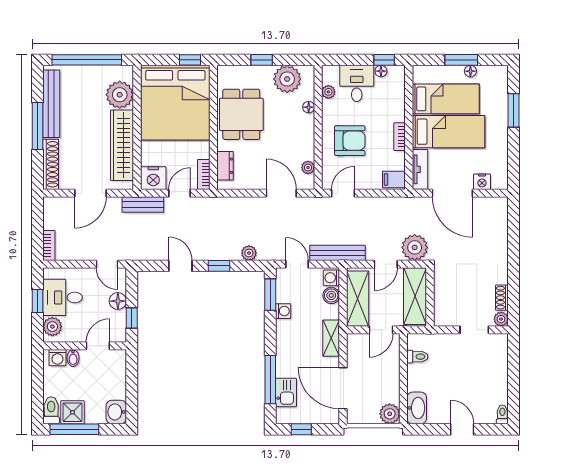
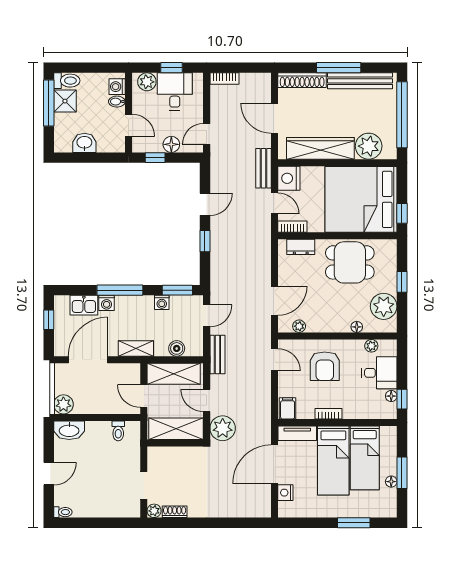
plant: (249, 253) -> (217, 270), removed
bench: (337, 253) -> (217, 354), width x0.73
washing machine: (331, 278) -> (107, 303), moved, turned 180
window: (270, 380) -> (120, 290), moved
washbasin: (116, 412) -> (84, 143), moved

